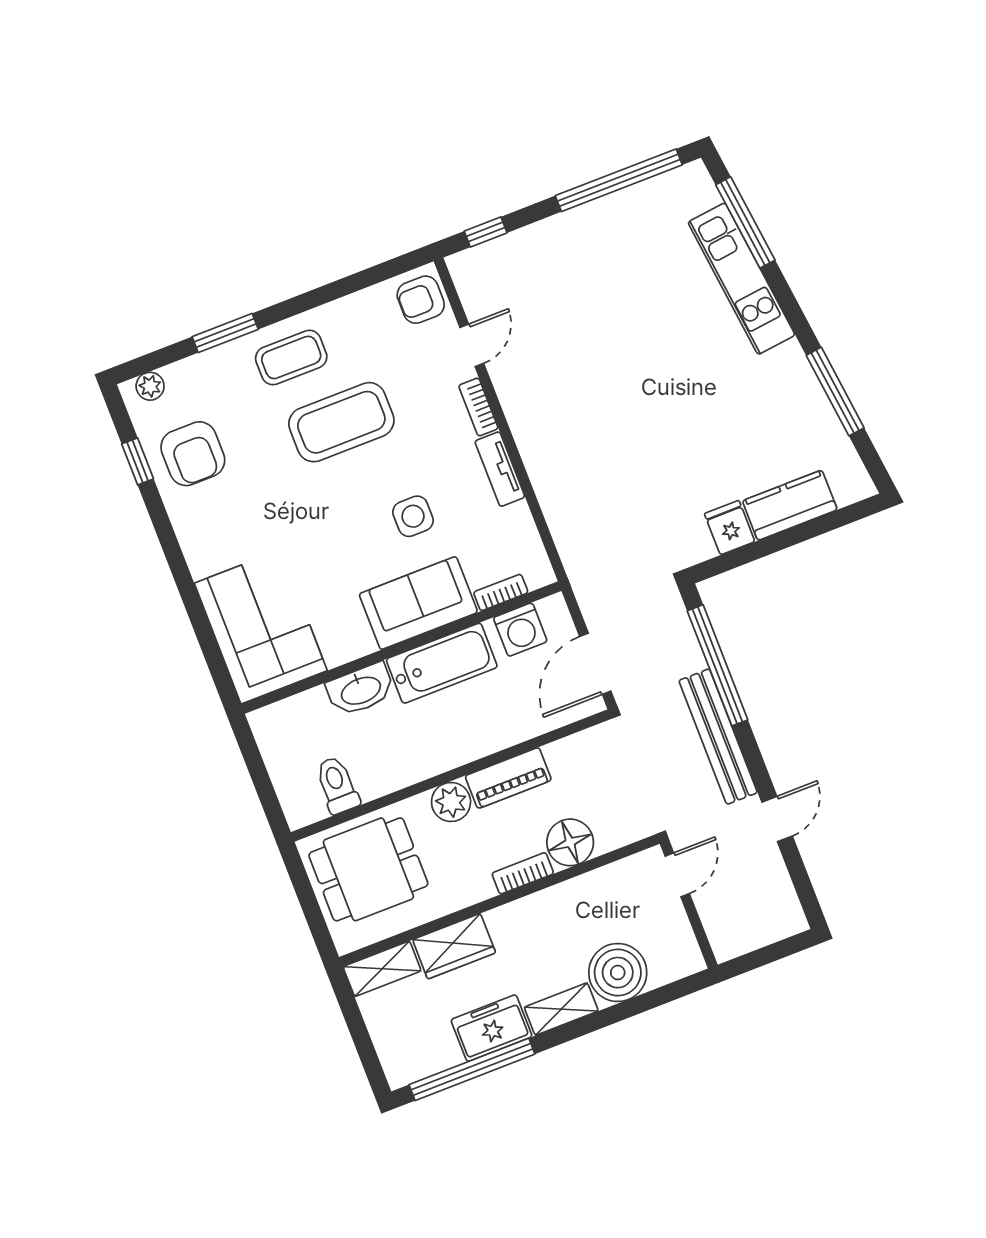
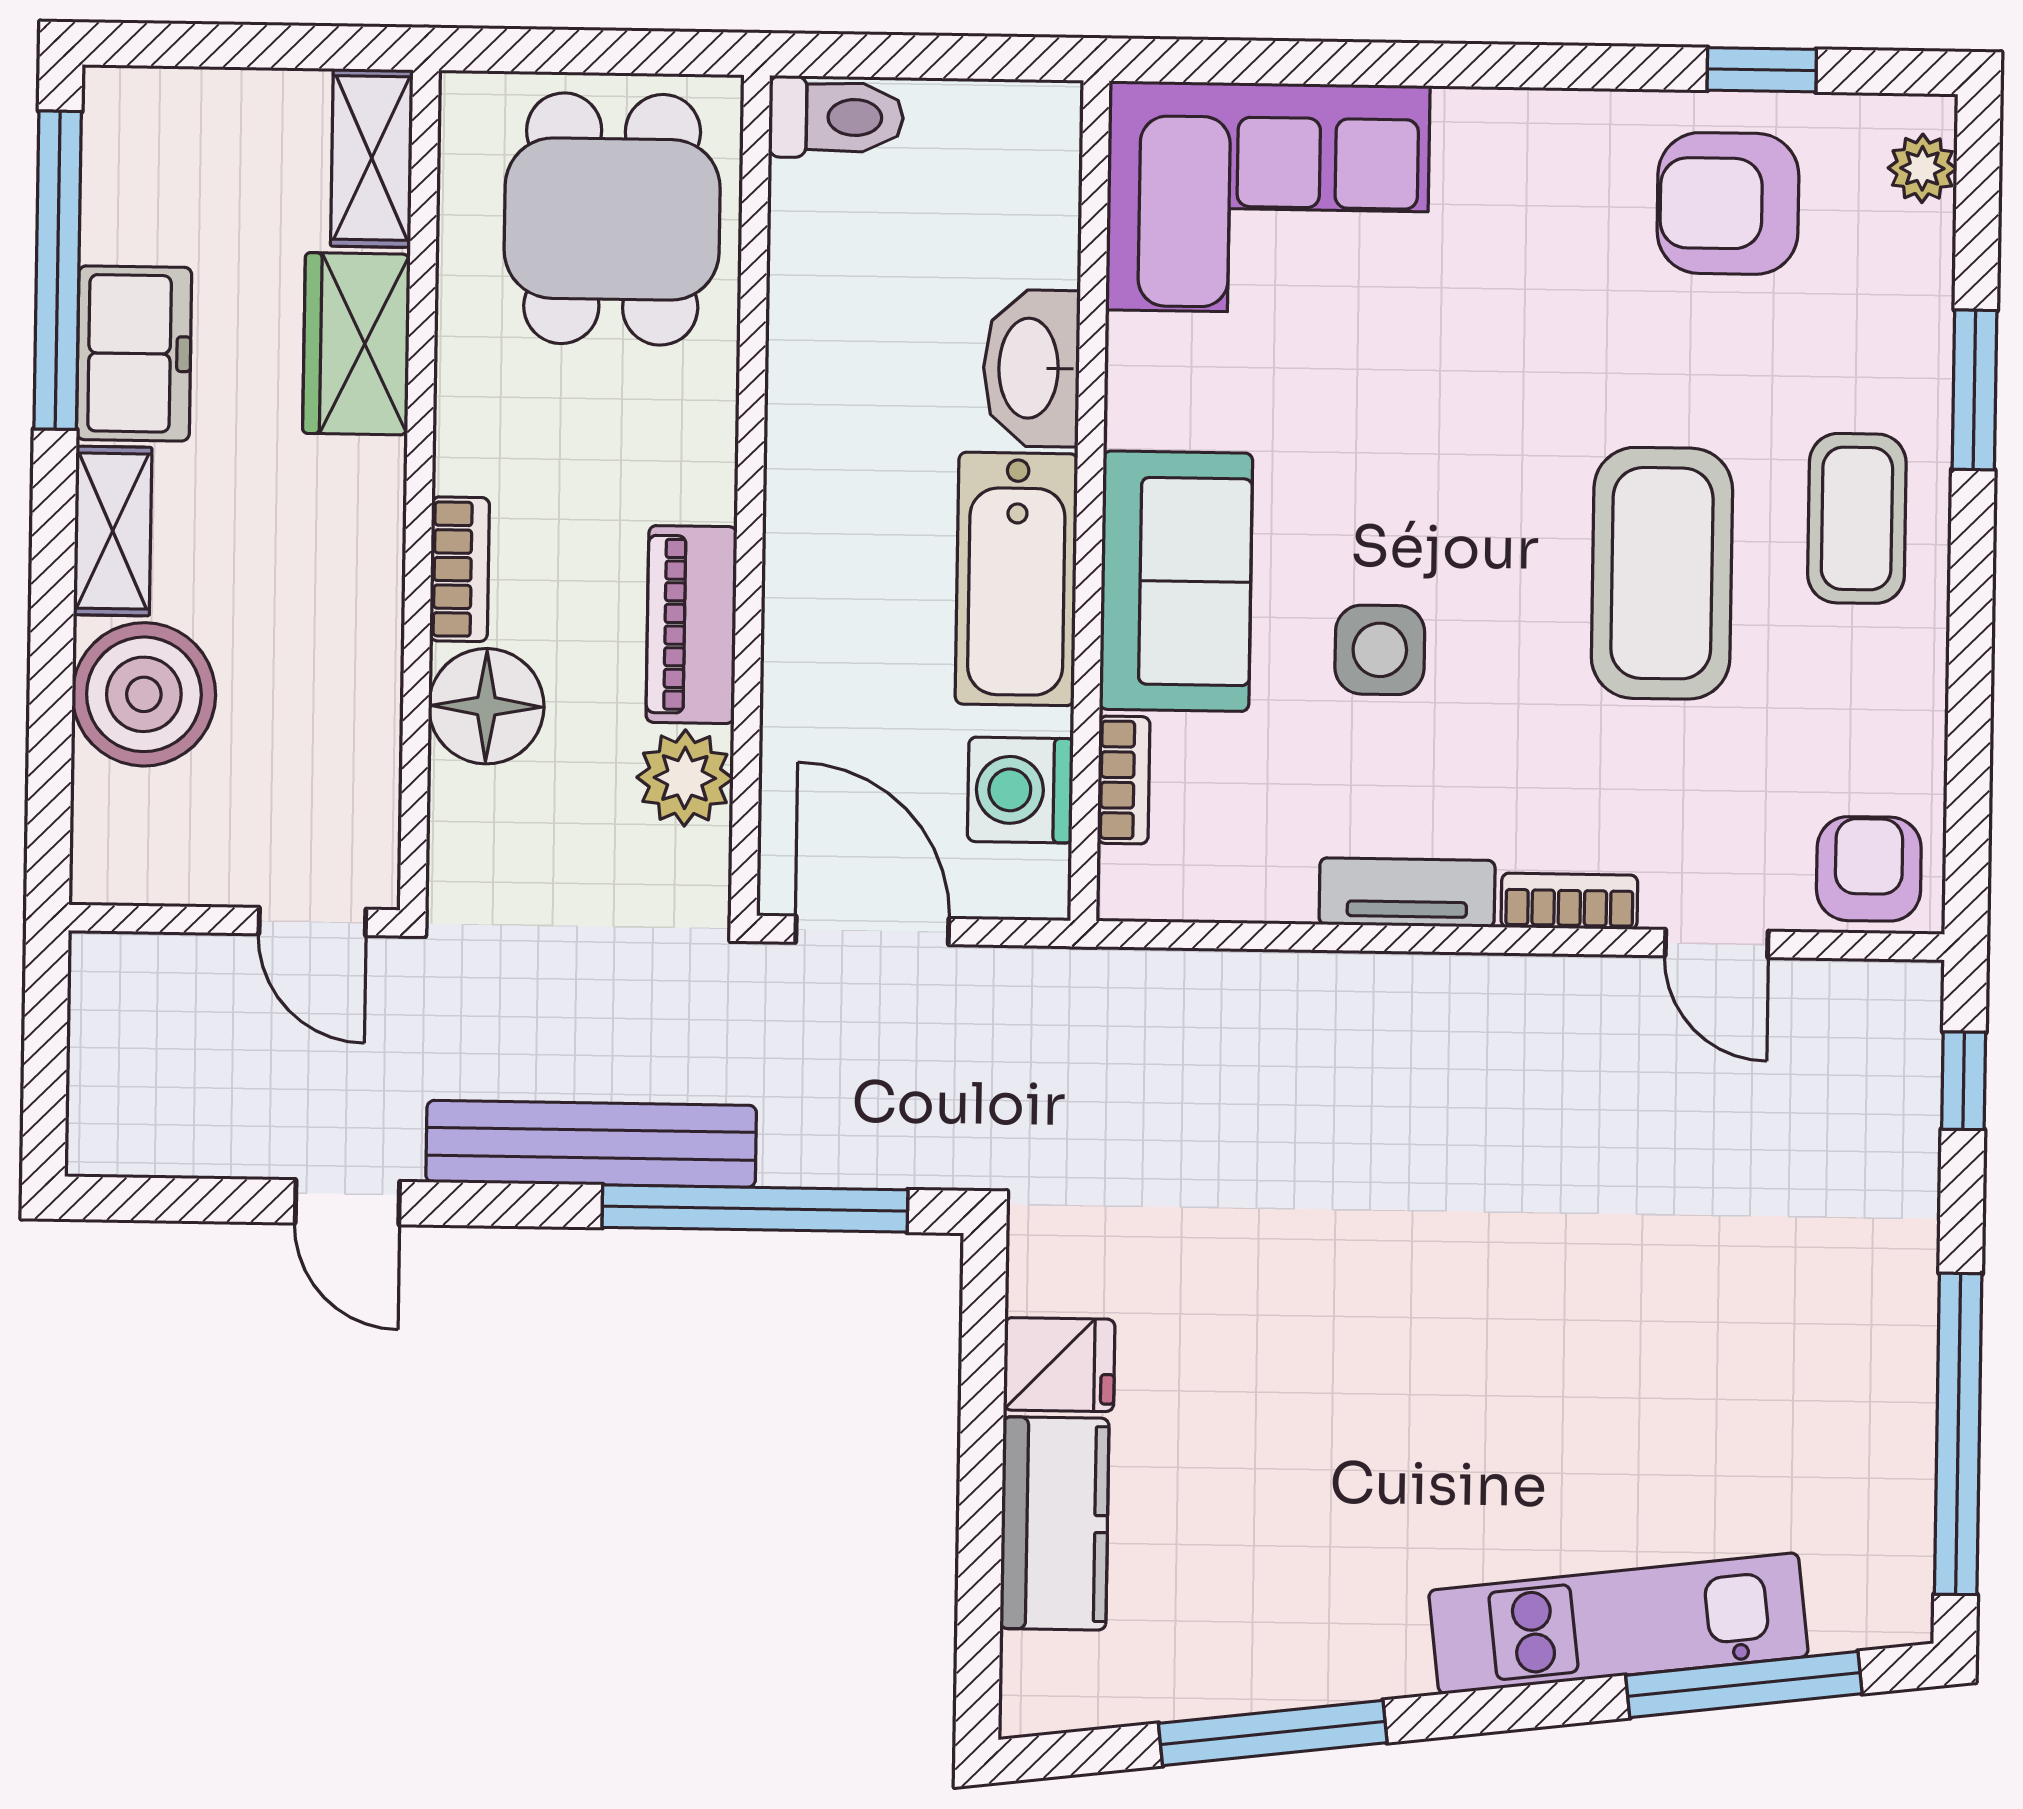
toilet: (337, 785) -> (836, 117), moved
plant: (451, 802) -> (685, 778), moved

